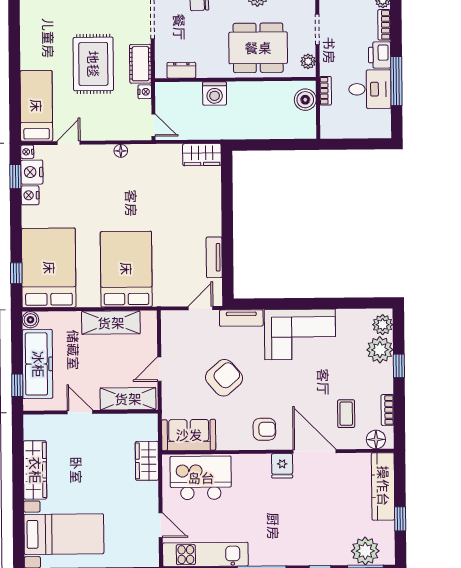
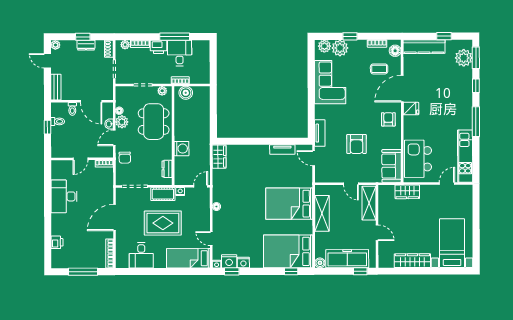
desk: (40, 29) -> (141, 255), added
corner sofa: (300, 334) -> (330, 82), moved
armchair: (224, 378) -> (357, 144), turned -139
door: (80, 412) -> (377, 233), swing flipped

